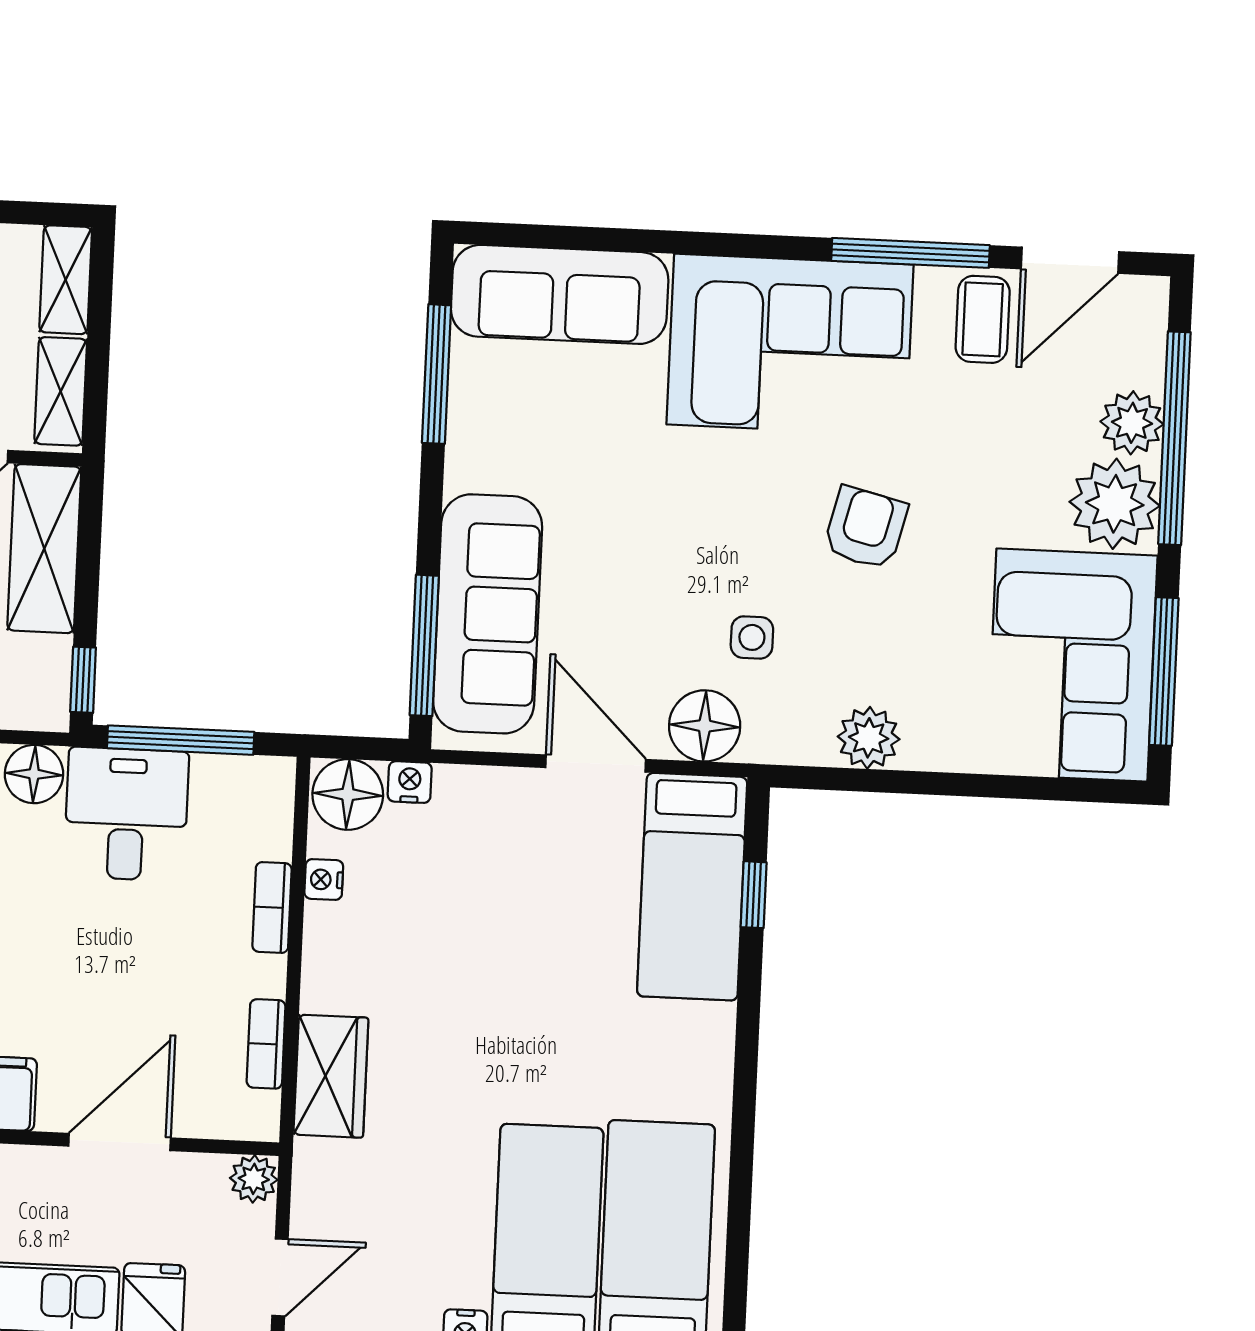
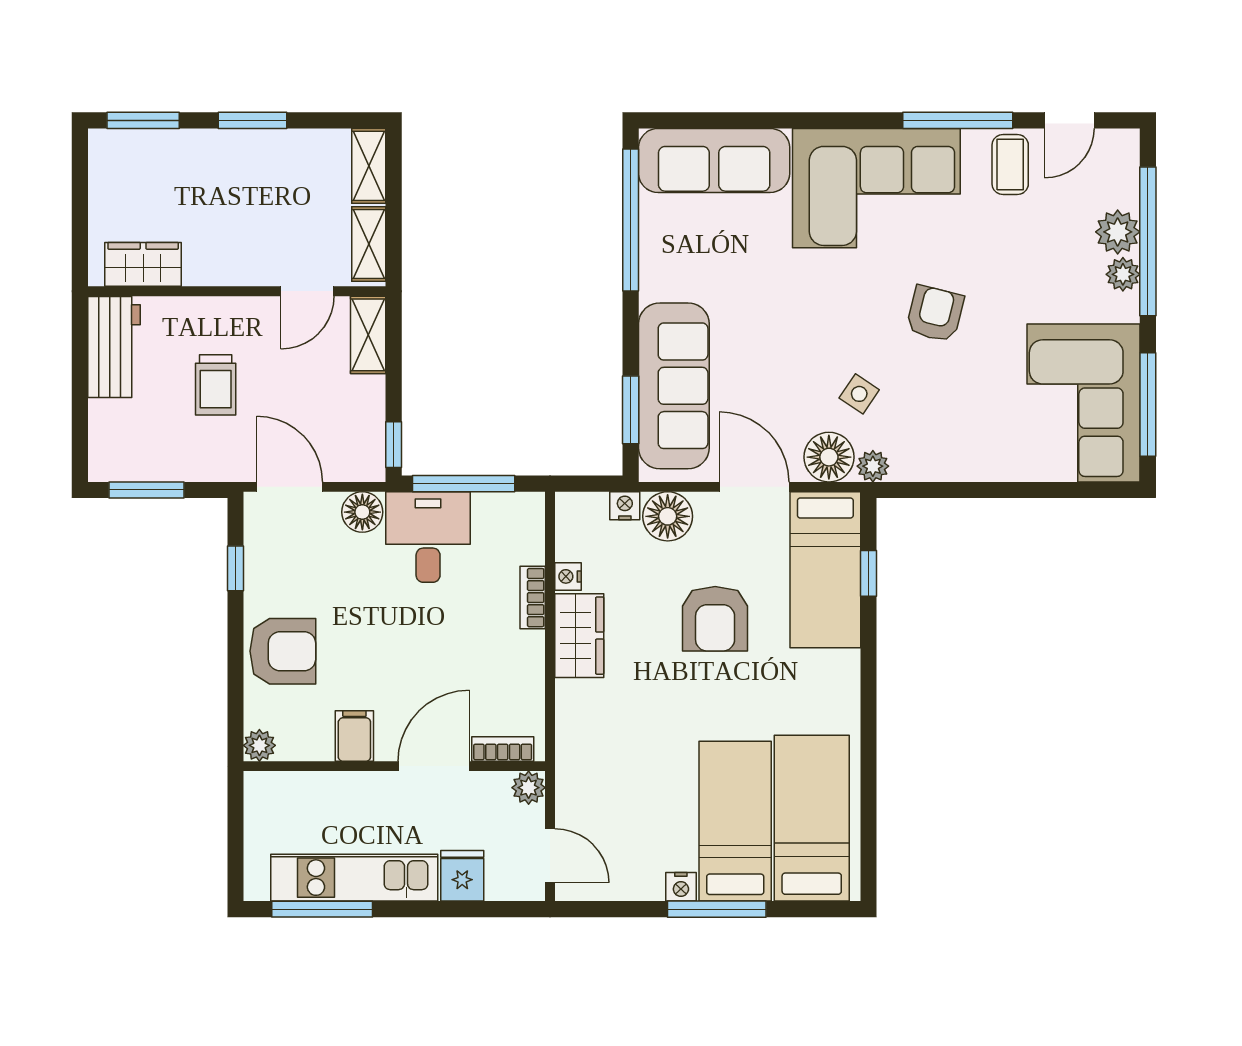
door: (1070, 260) -> (1069, 120), width x0.73
window: (437, 374) -> (631, 220), width x1.46
plant: (1115, 504) -> (1123, 274), width x0.53, depth x0.53
shelving: (44, 549) -> (368, 335), width x0.67, depth x0.75
side table: (752, 637) -> (859, 394), turned 34
window: (424, 645) -> (631, 410), width x0.69
plant: (869, 738) -> (873, 466), moved, width x0.73, depth x0.73
floor lamp: (348, 794) -> (668, 516), moved
armchair: (531, 950) -> (715, 619), added
bookcase: (266, 1044) -> (503, 749), moved, turned 90
wardrobe: (331, 1076) -> (579, 636), moved
door: (280, 1277) -> (550, 856), hinge flipped

